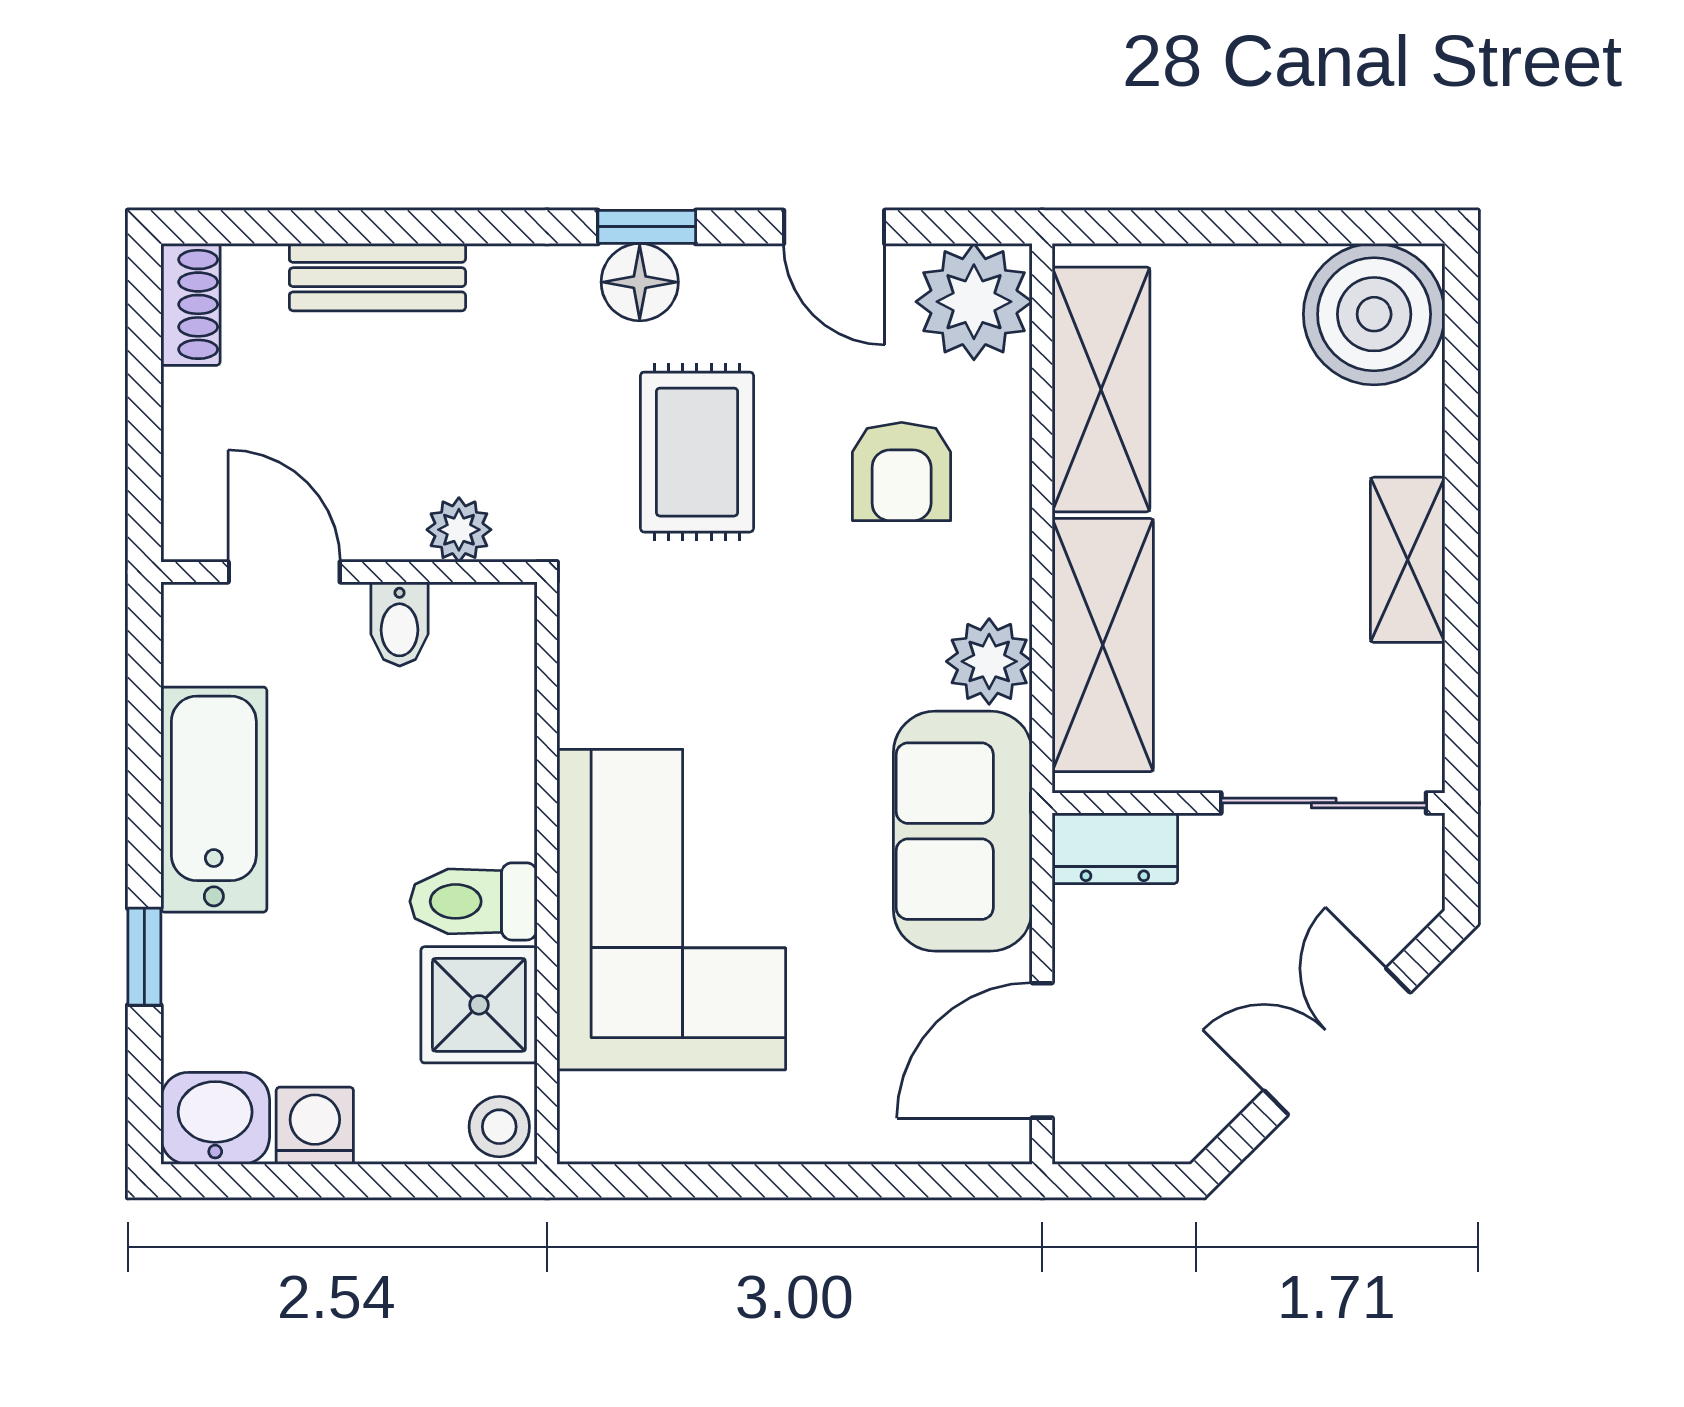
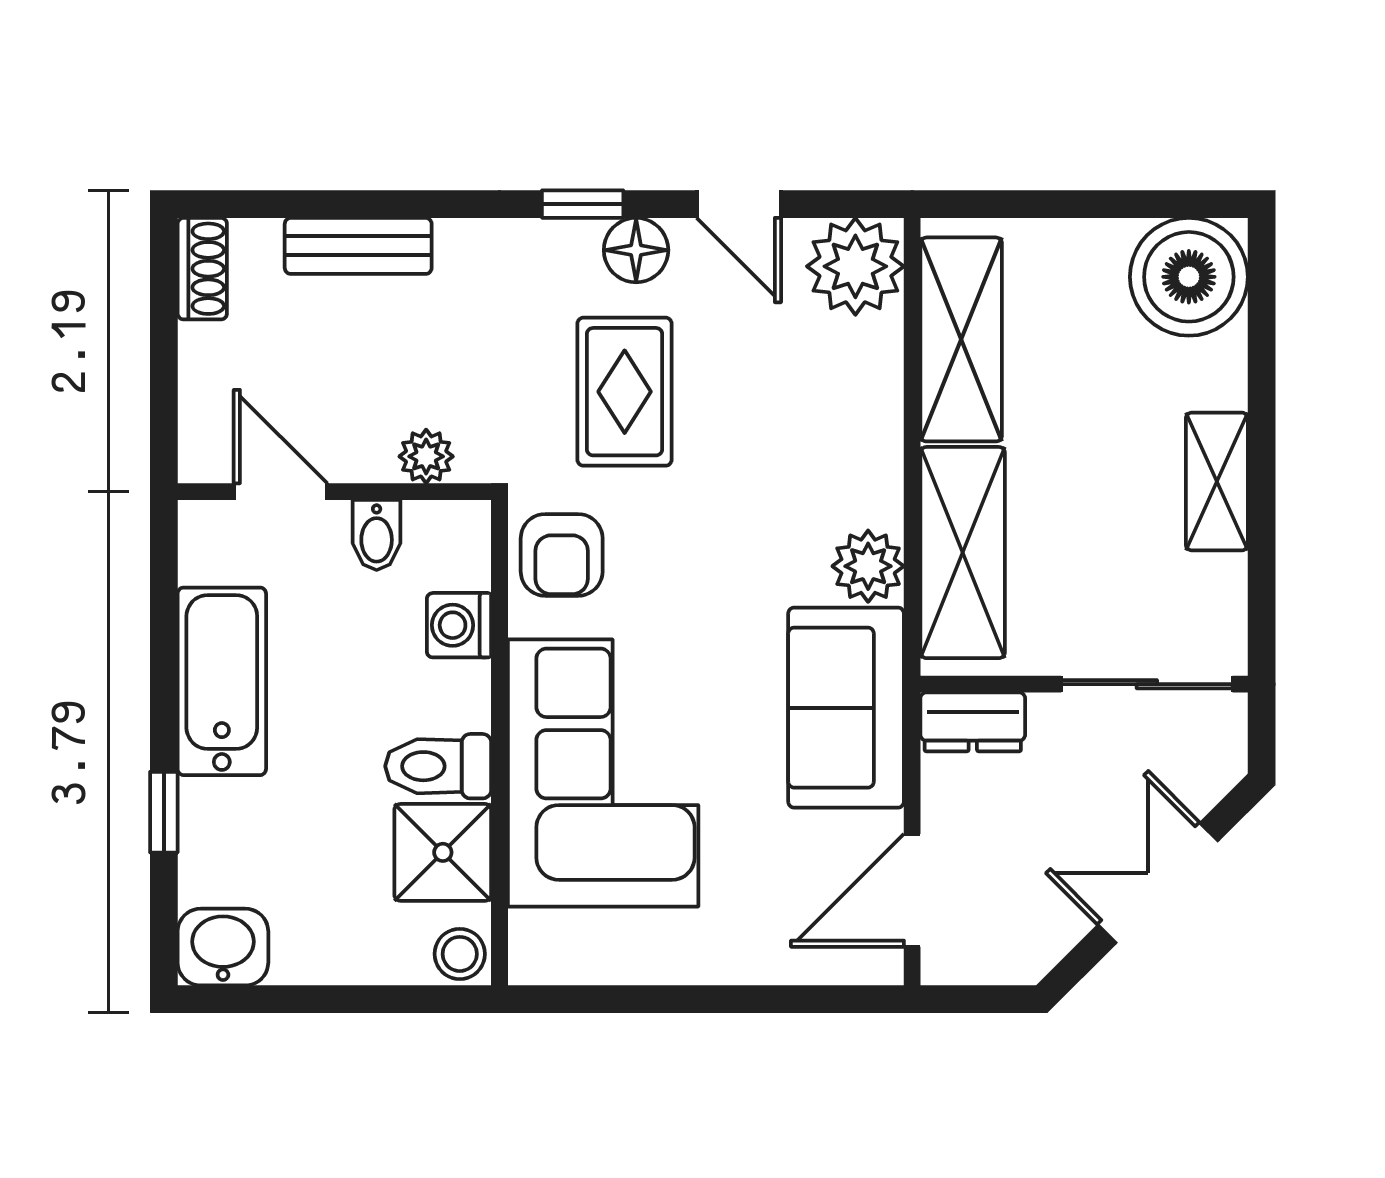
floor lamp: (640, 282) -> (636, 250), moved
armchair: (902, 472) -> (562, 555), moved
washing machine: (315, 1126) -> (459, 625), moved, turned -90

